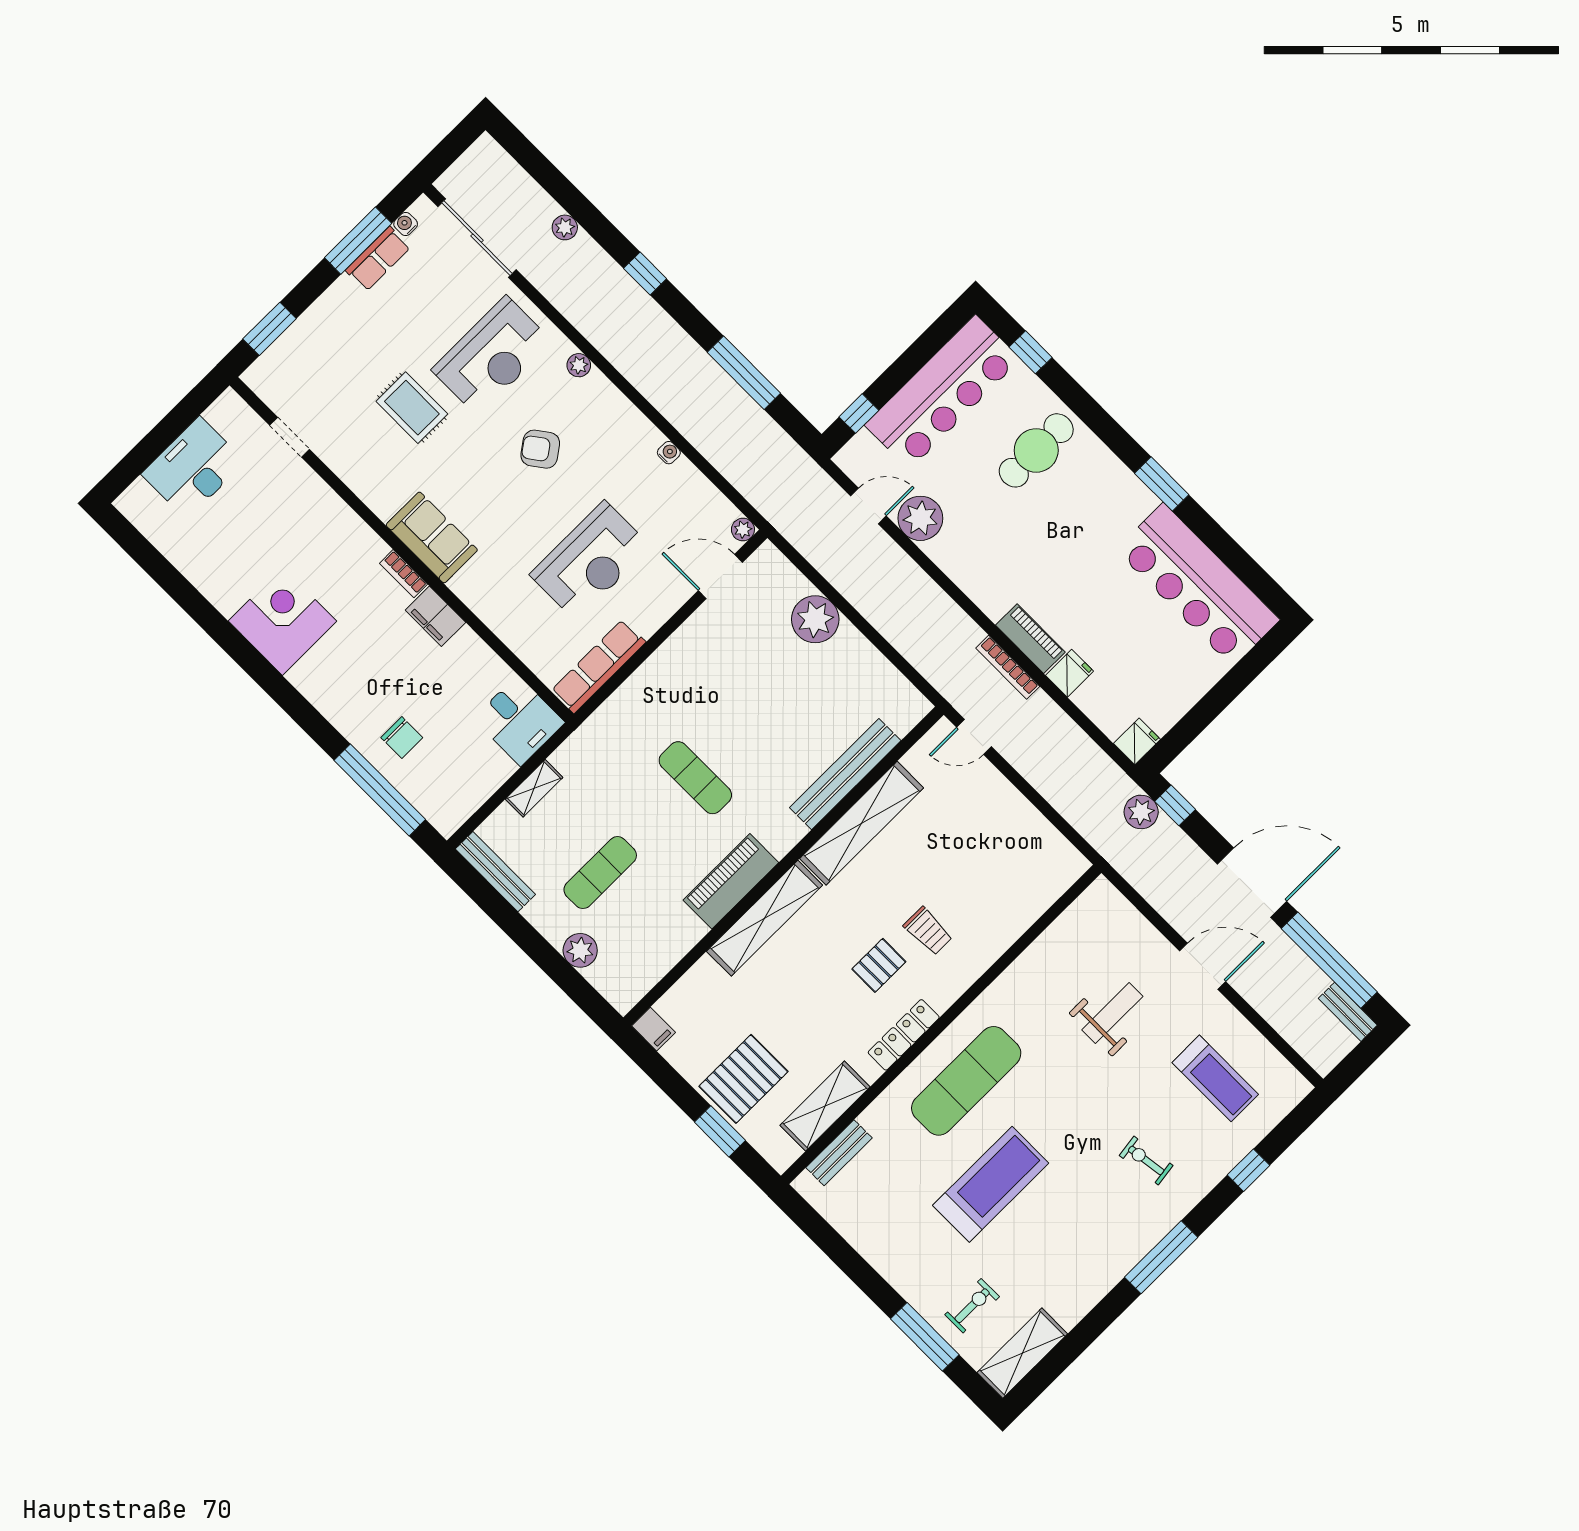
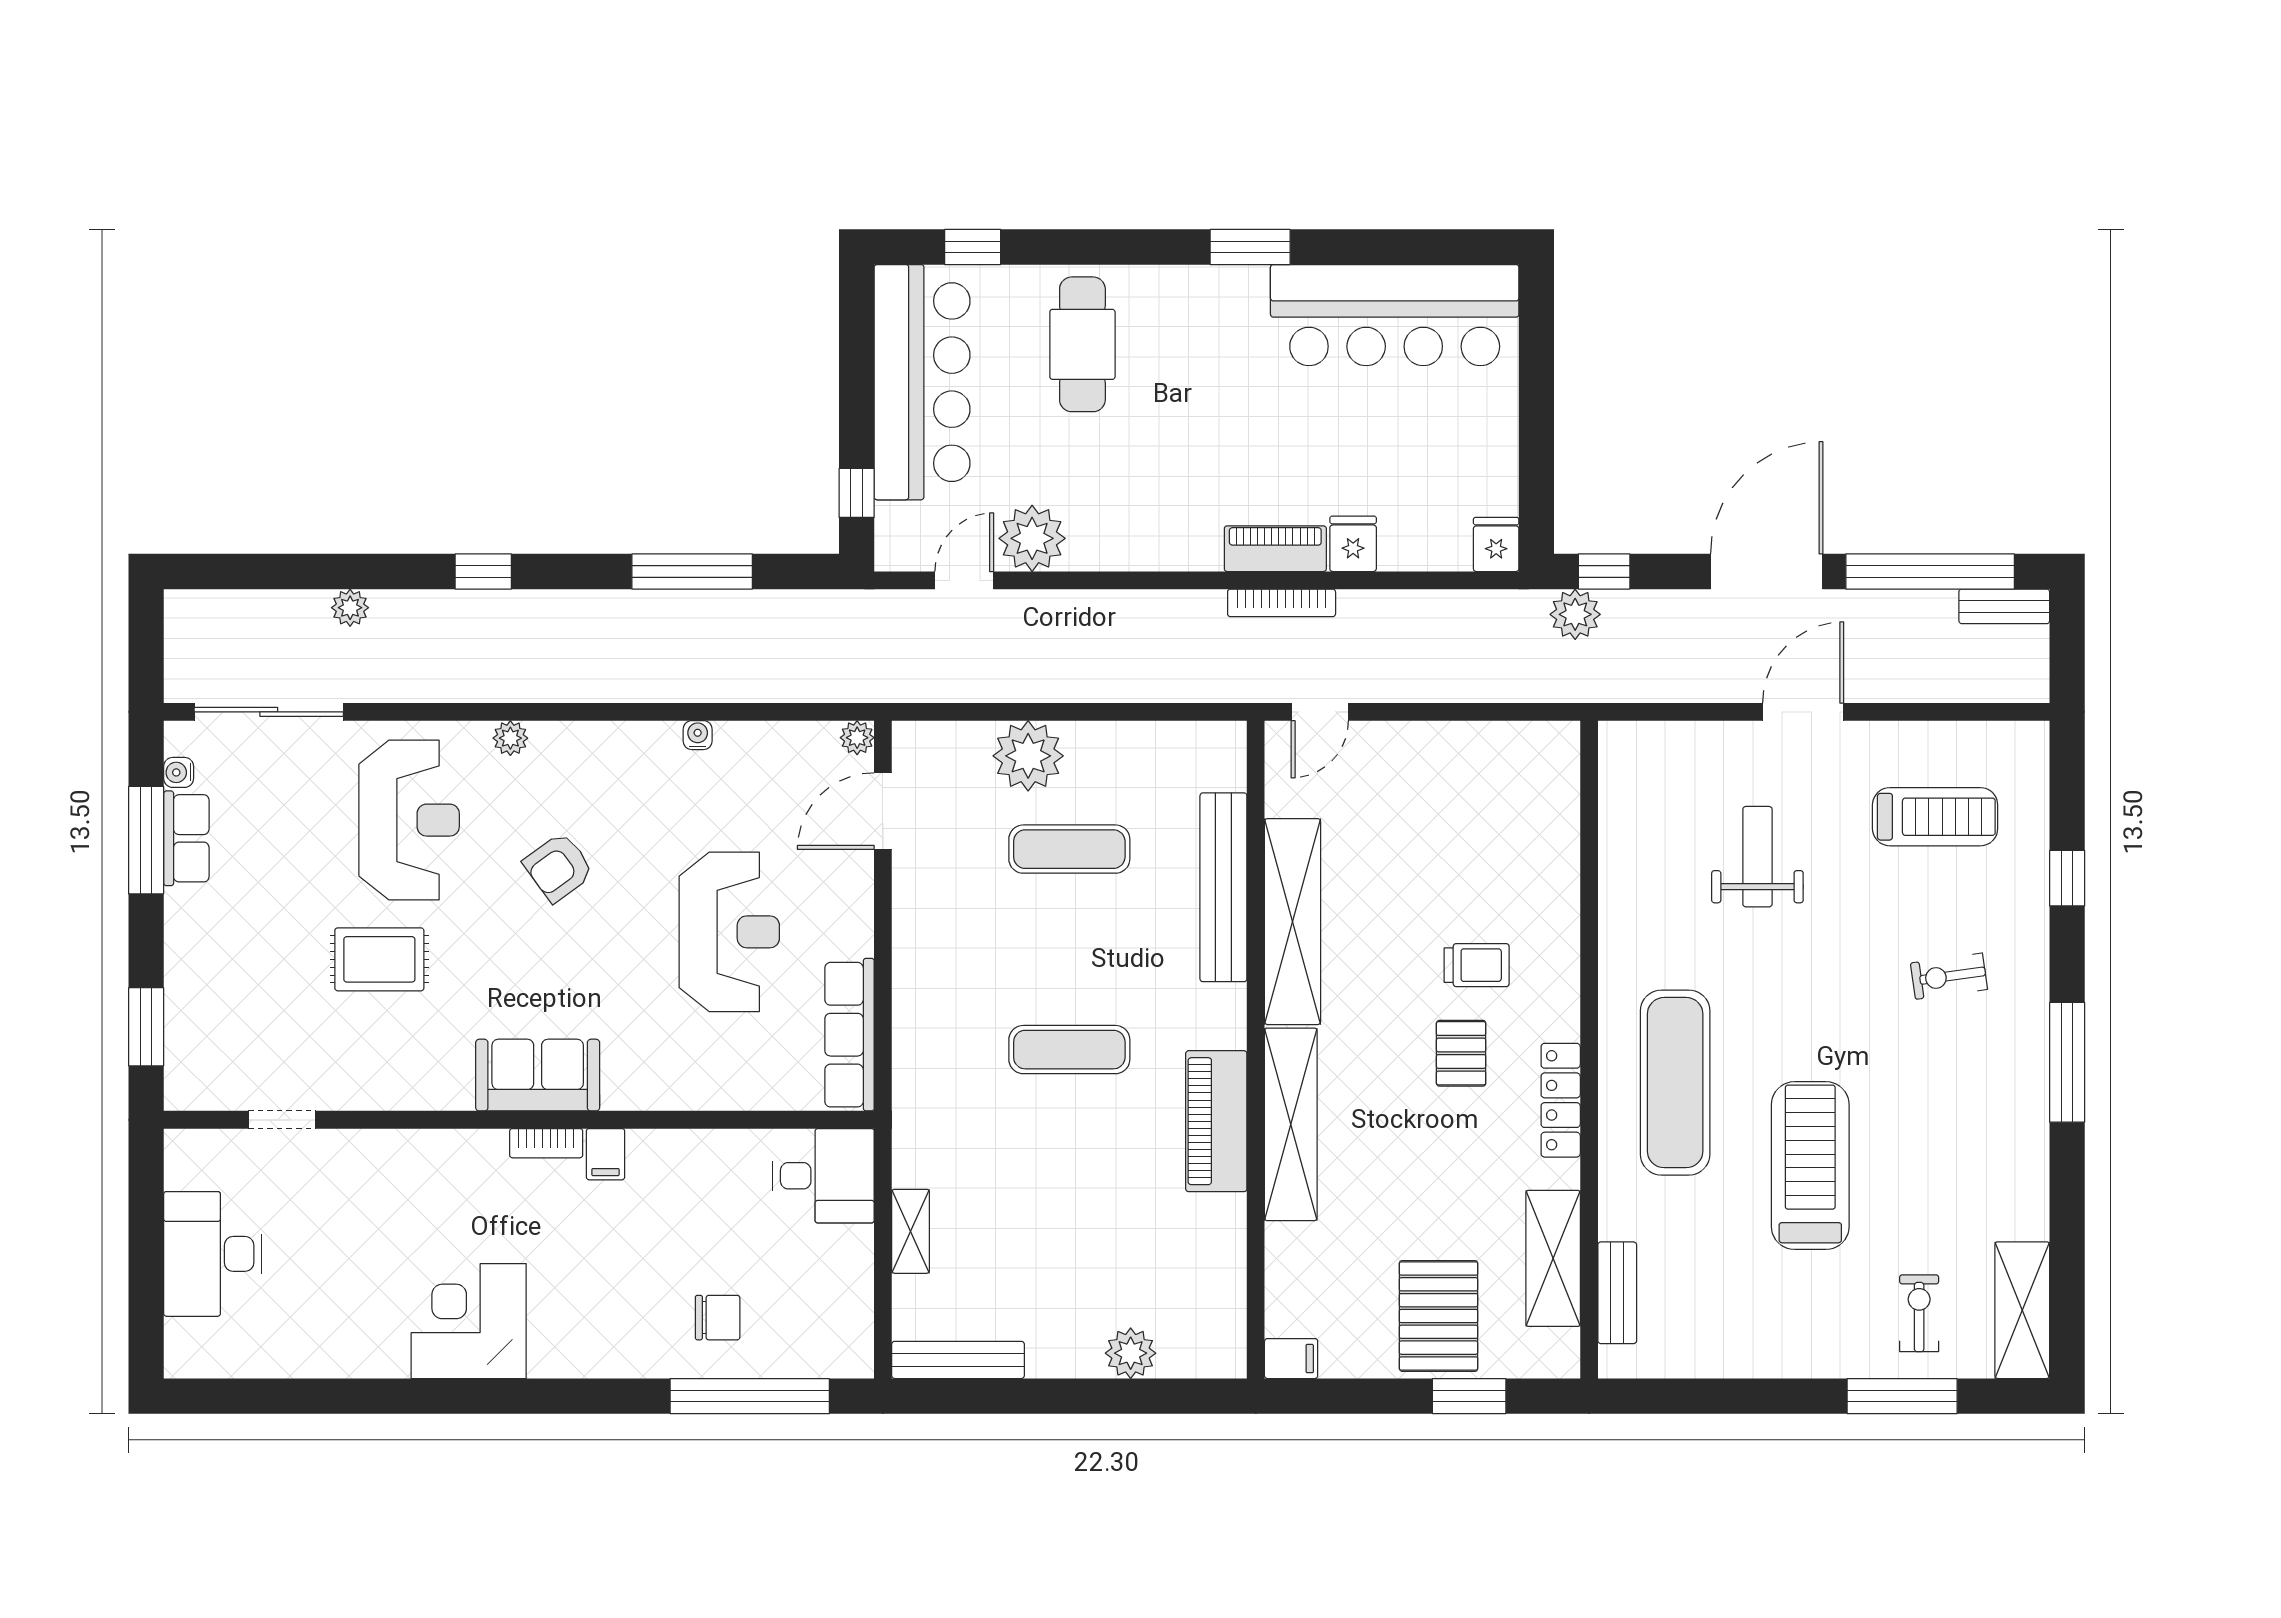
filing cabinet: (435, 616) -> (605, 1154), width x0.50
exercise mat: (600, 873) -> (1069, 849), moved, turned 90

